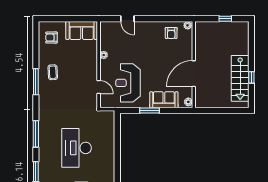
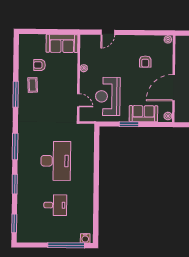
door: (127, 19) -> (108, 32), hinge flipped
armchair: (171, 33) -> (145, 62), moved
armchair: (51, 38) -> (39, 65), moved
desk: (77, 148) -> (56, 161), turned 180

